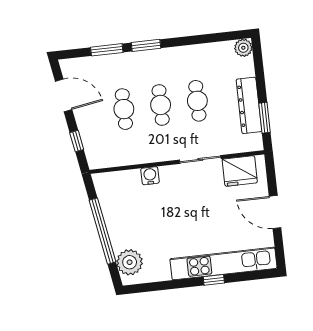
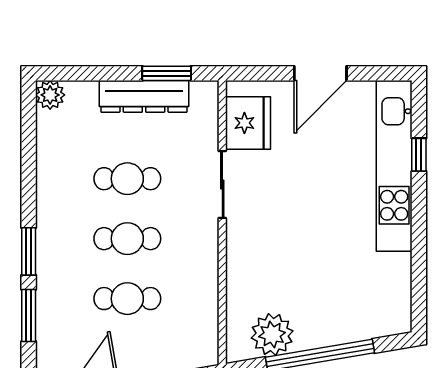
water cooler: (150, 176) -> (239, 269), removed
plant: (130, 262) -> (272, 335), moved
window: (214, 280) -> (419, 155), moved

